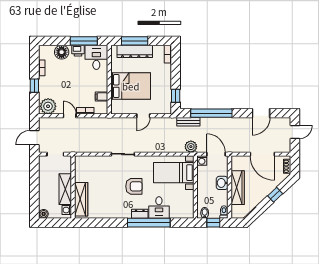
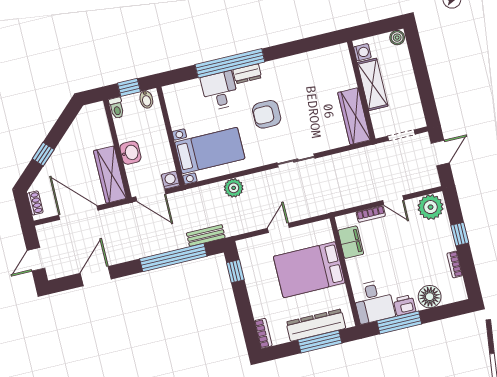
filing cabinet: (102, 97) -> (351, 242), width x2.00
plant: (191, 147) -> (234, 188), moved
wardrobe: (238, 188) -> (110, 175), moved
wardrobe: (81, 199) -> (354, 116), moved

